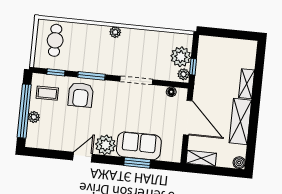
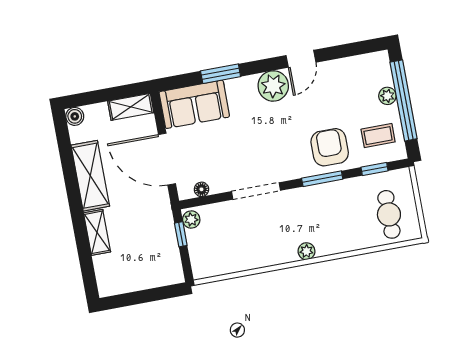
plant: (181, 57) -> (202, 243), removed
sofa: (139, 146) -> (194, 104), moved

